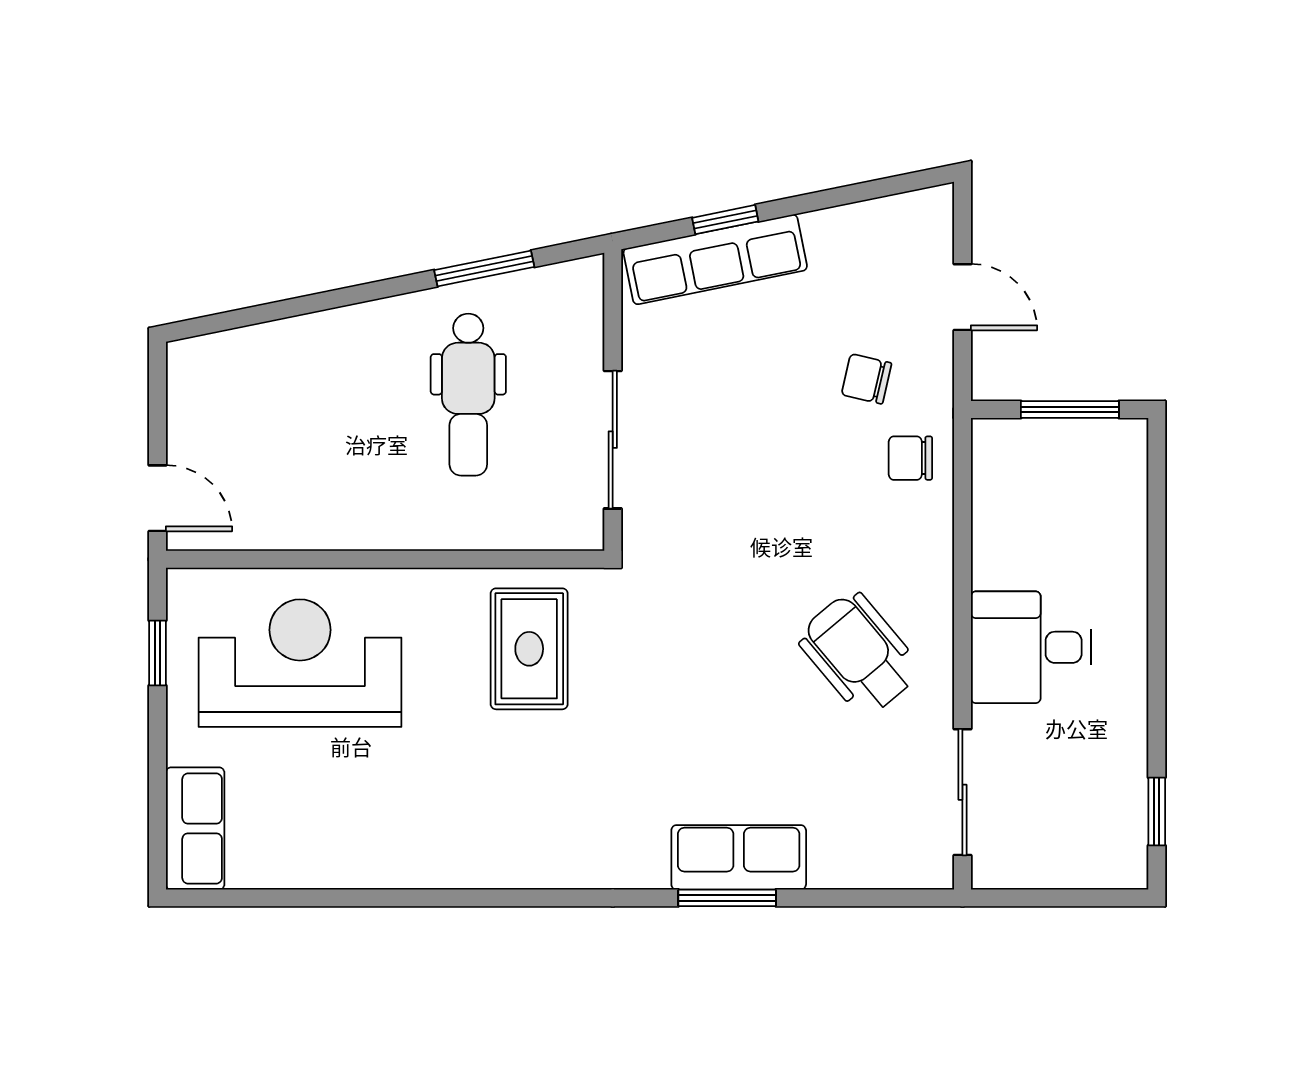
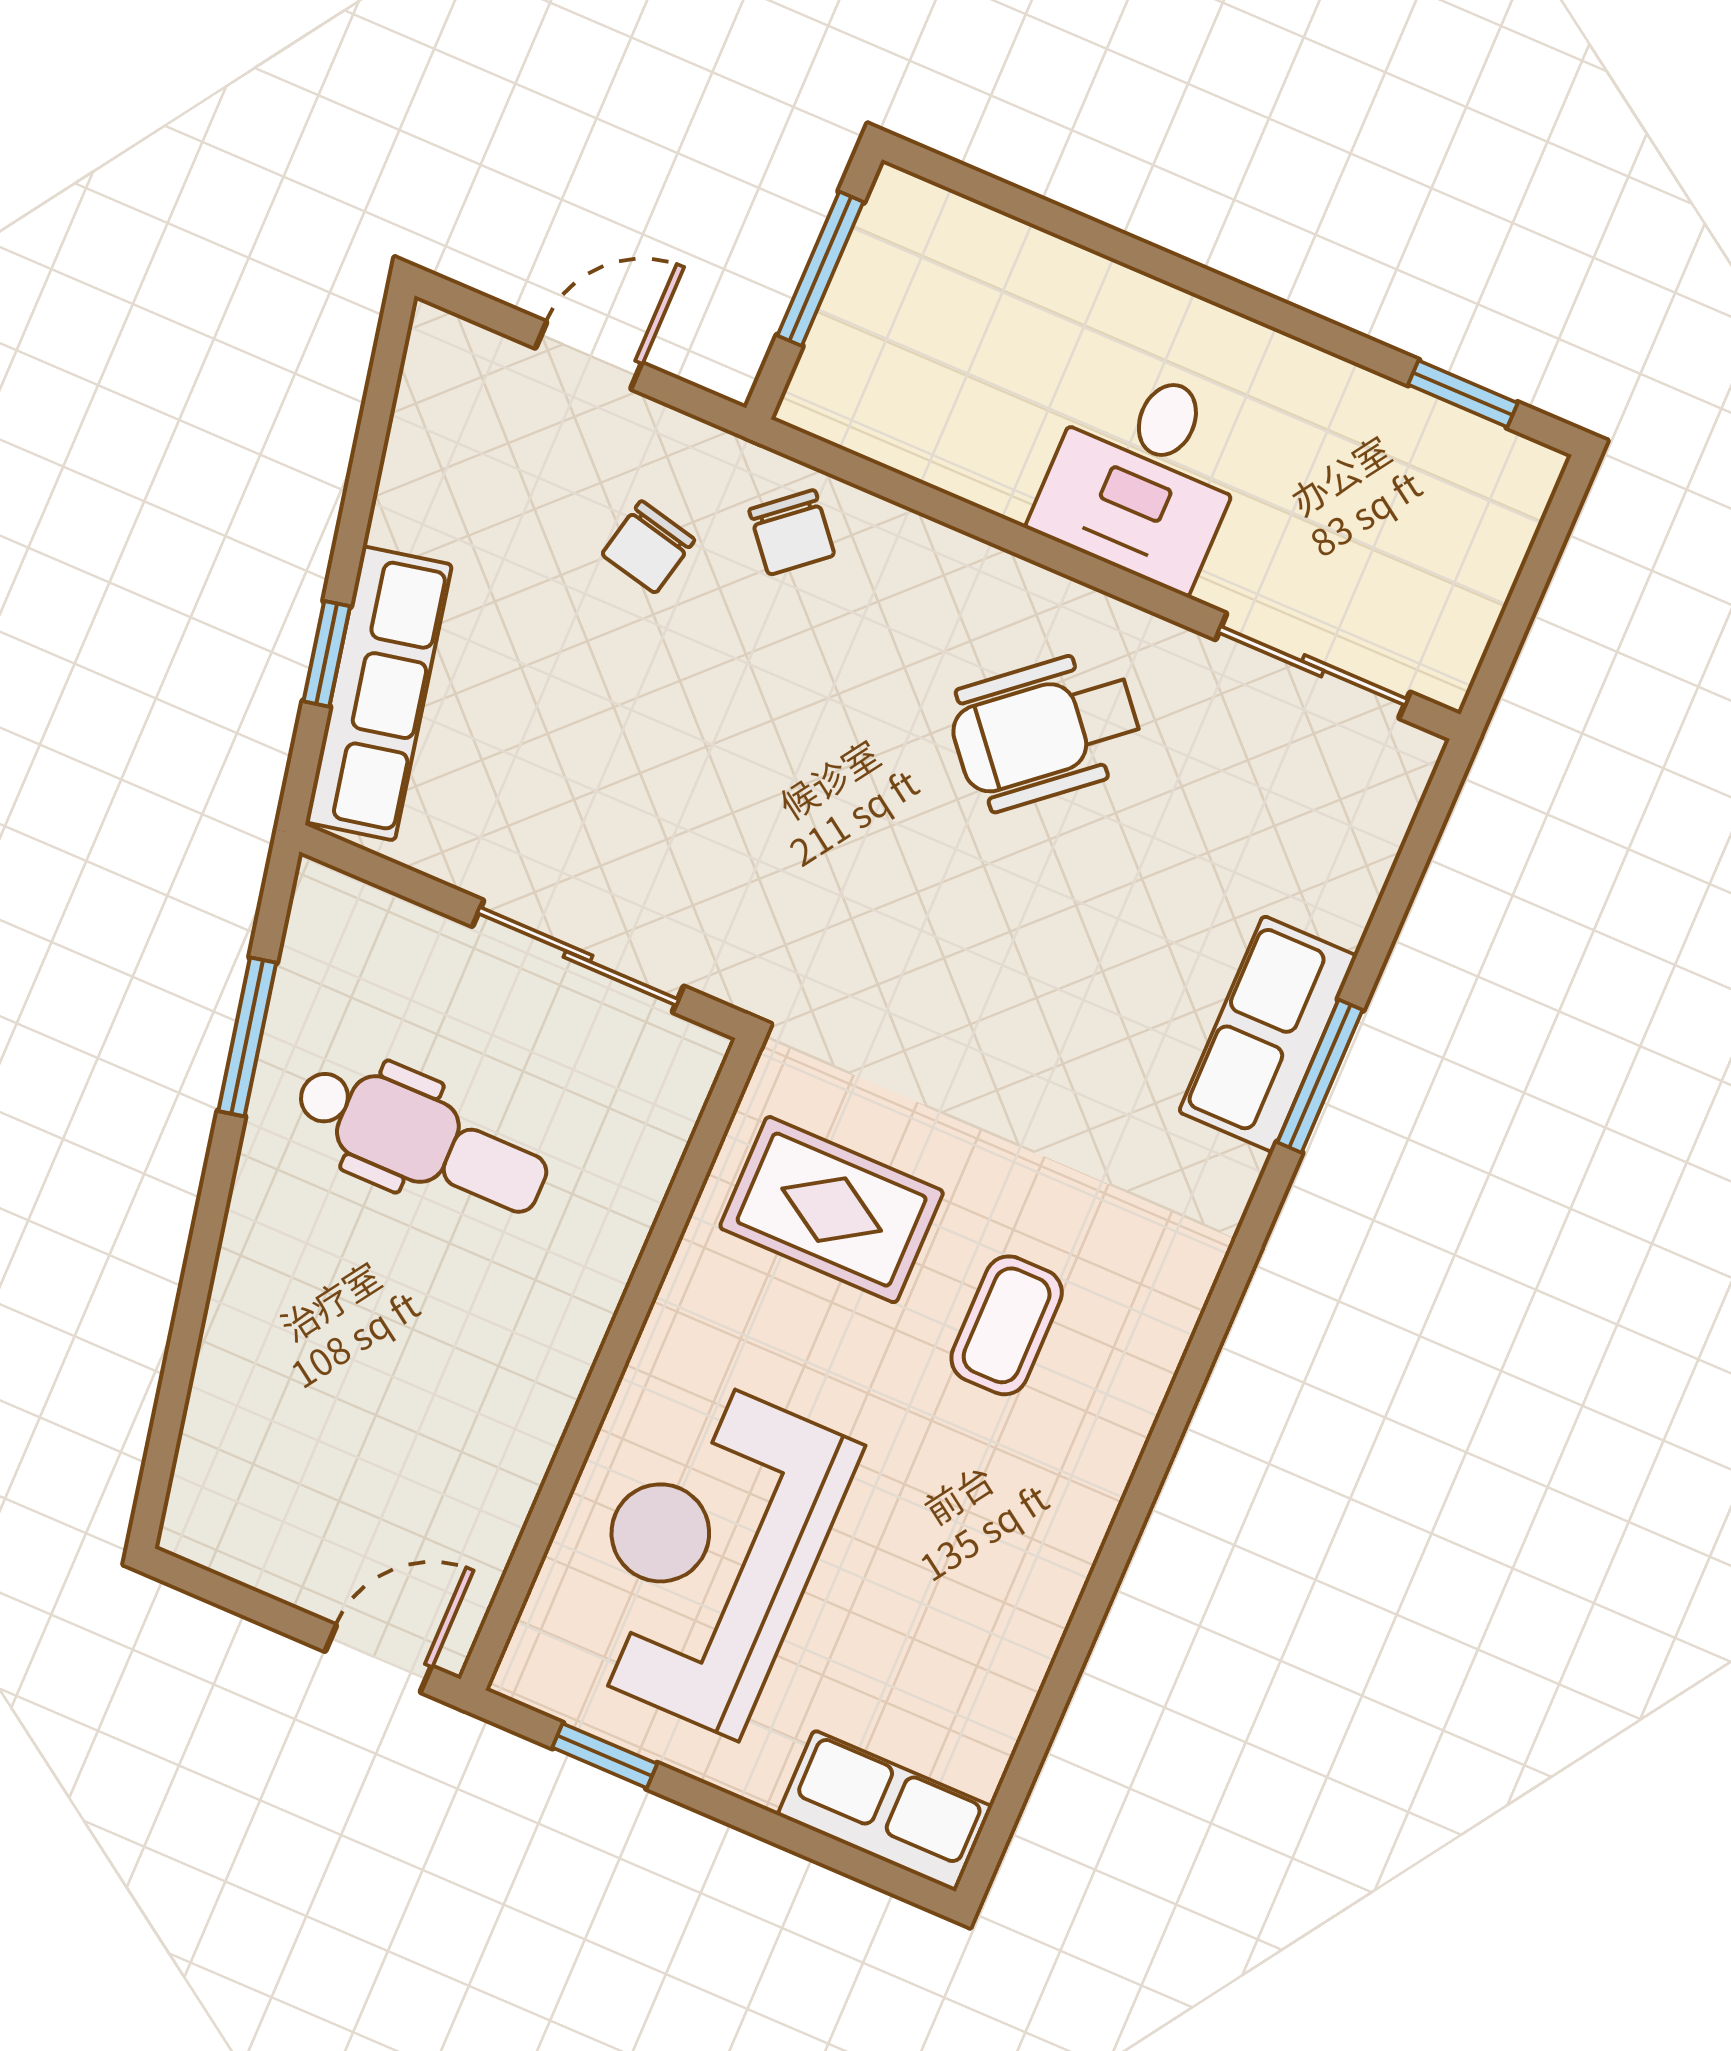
chair: (910, 458) -> (792, 532), turned -40
coffee table: (506, 779) -> (1007, 1325), added

